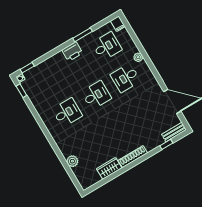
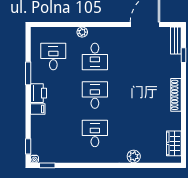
filing cabinet: (118, 24) -> (38, 109), moved
plant: (72, 161) -> (134, 156), moved
wardrobe: (109, 168) -> (174, 143), moved

